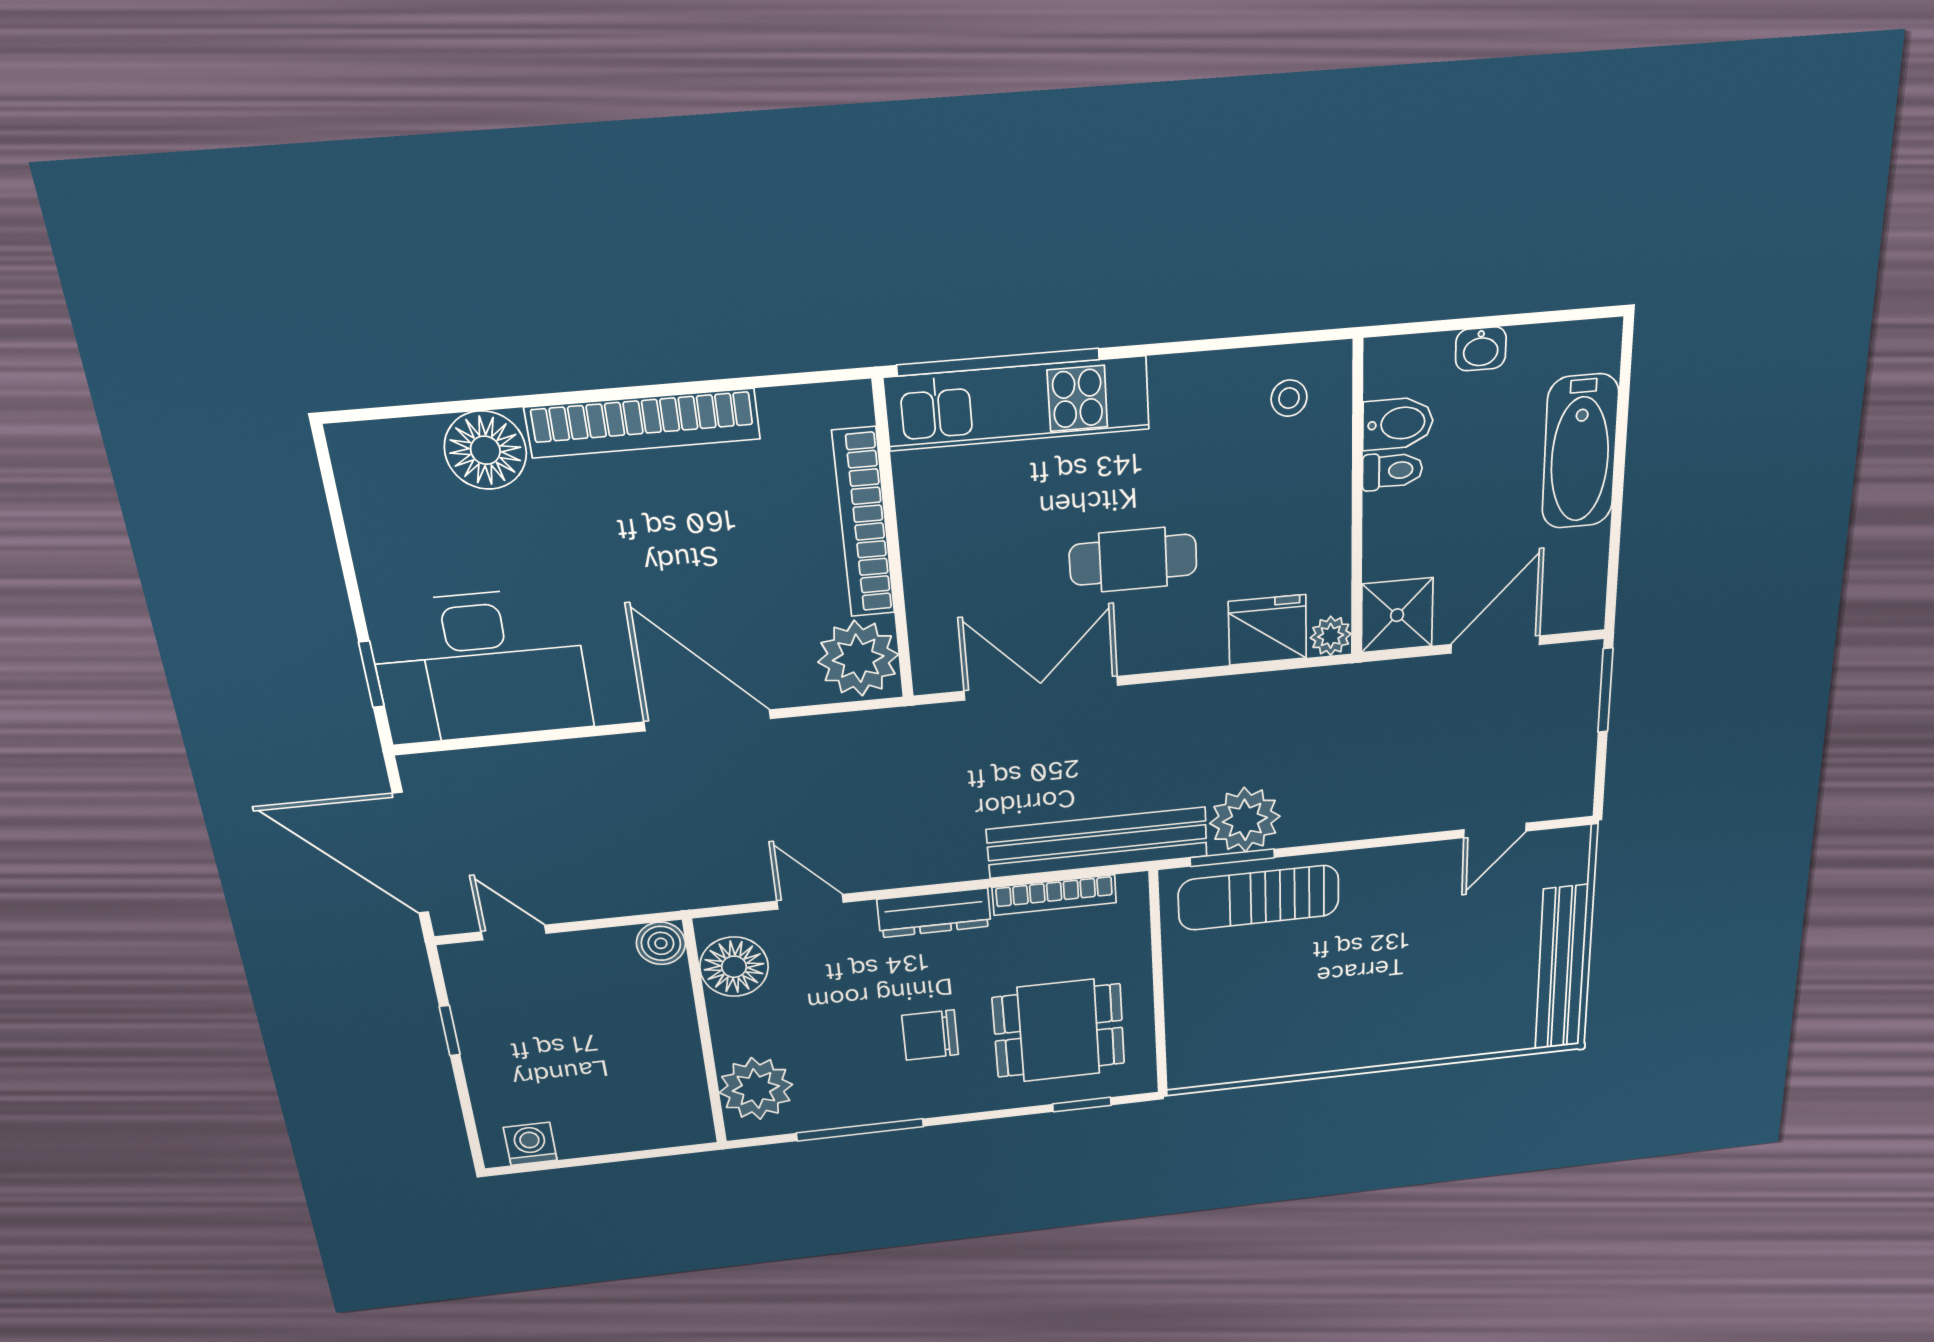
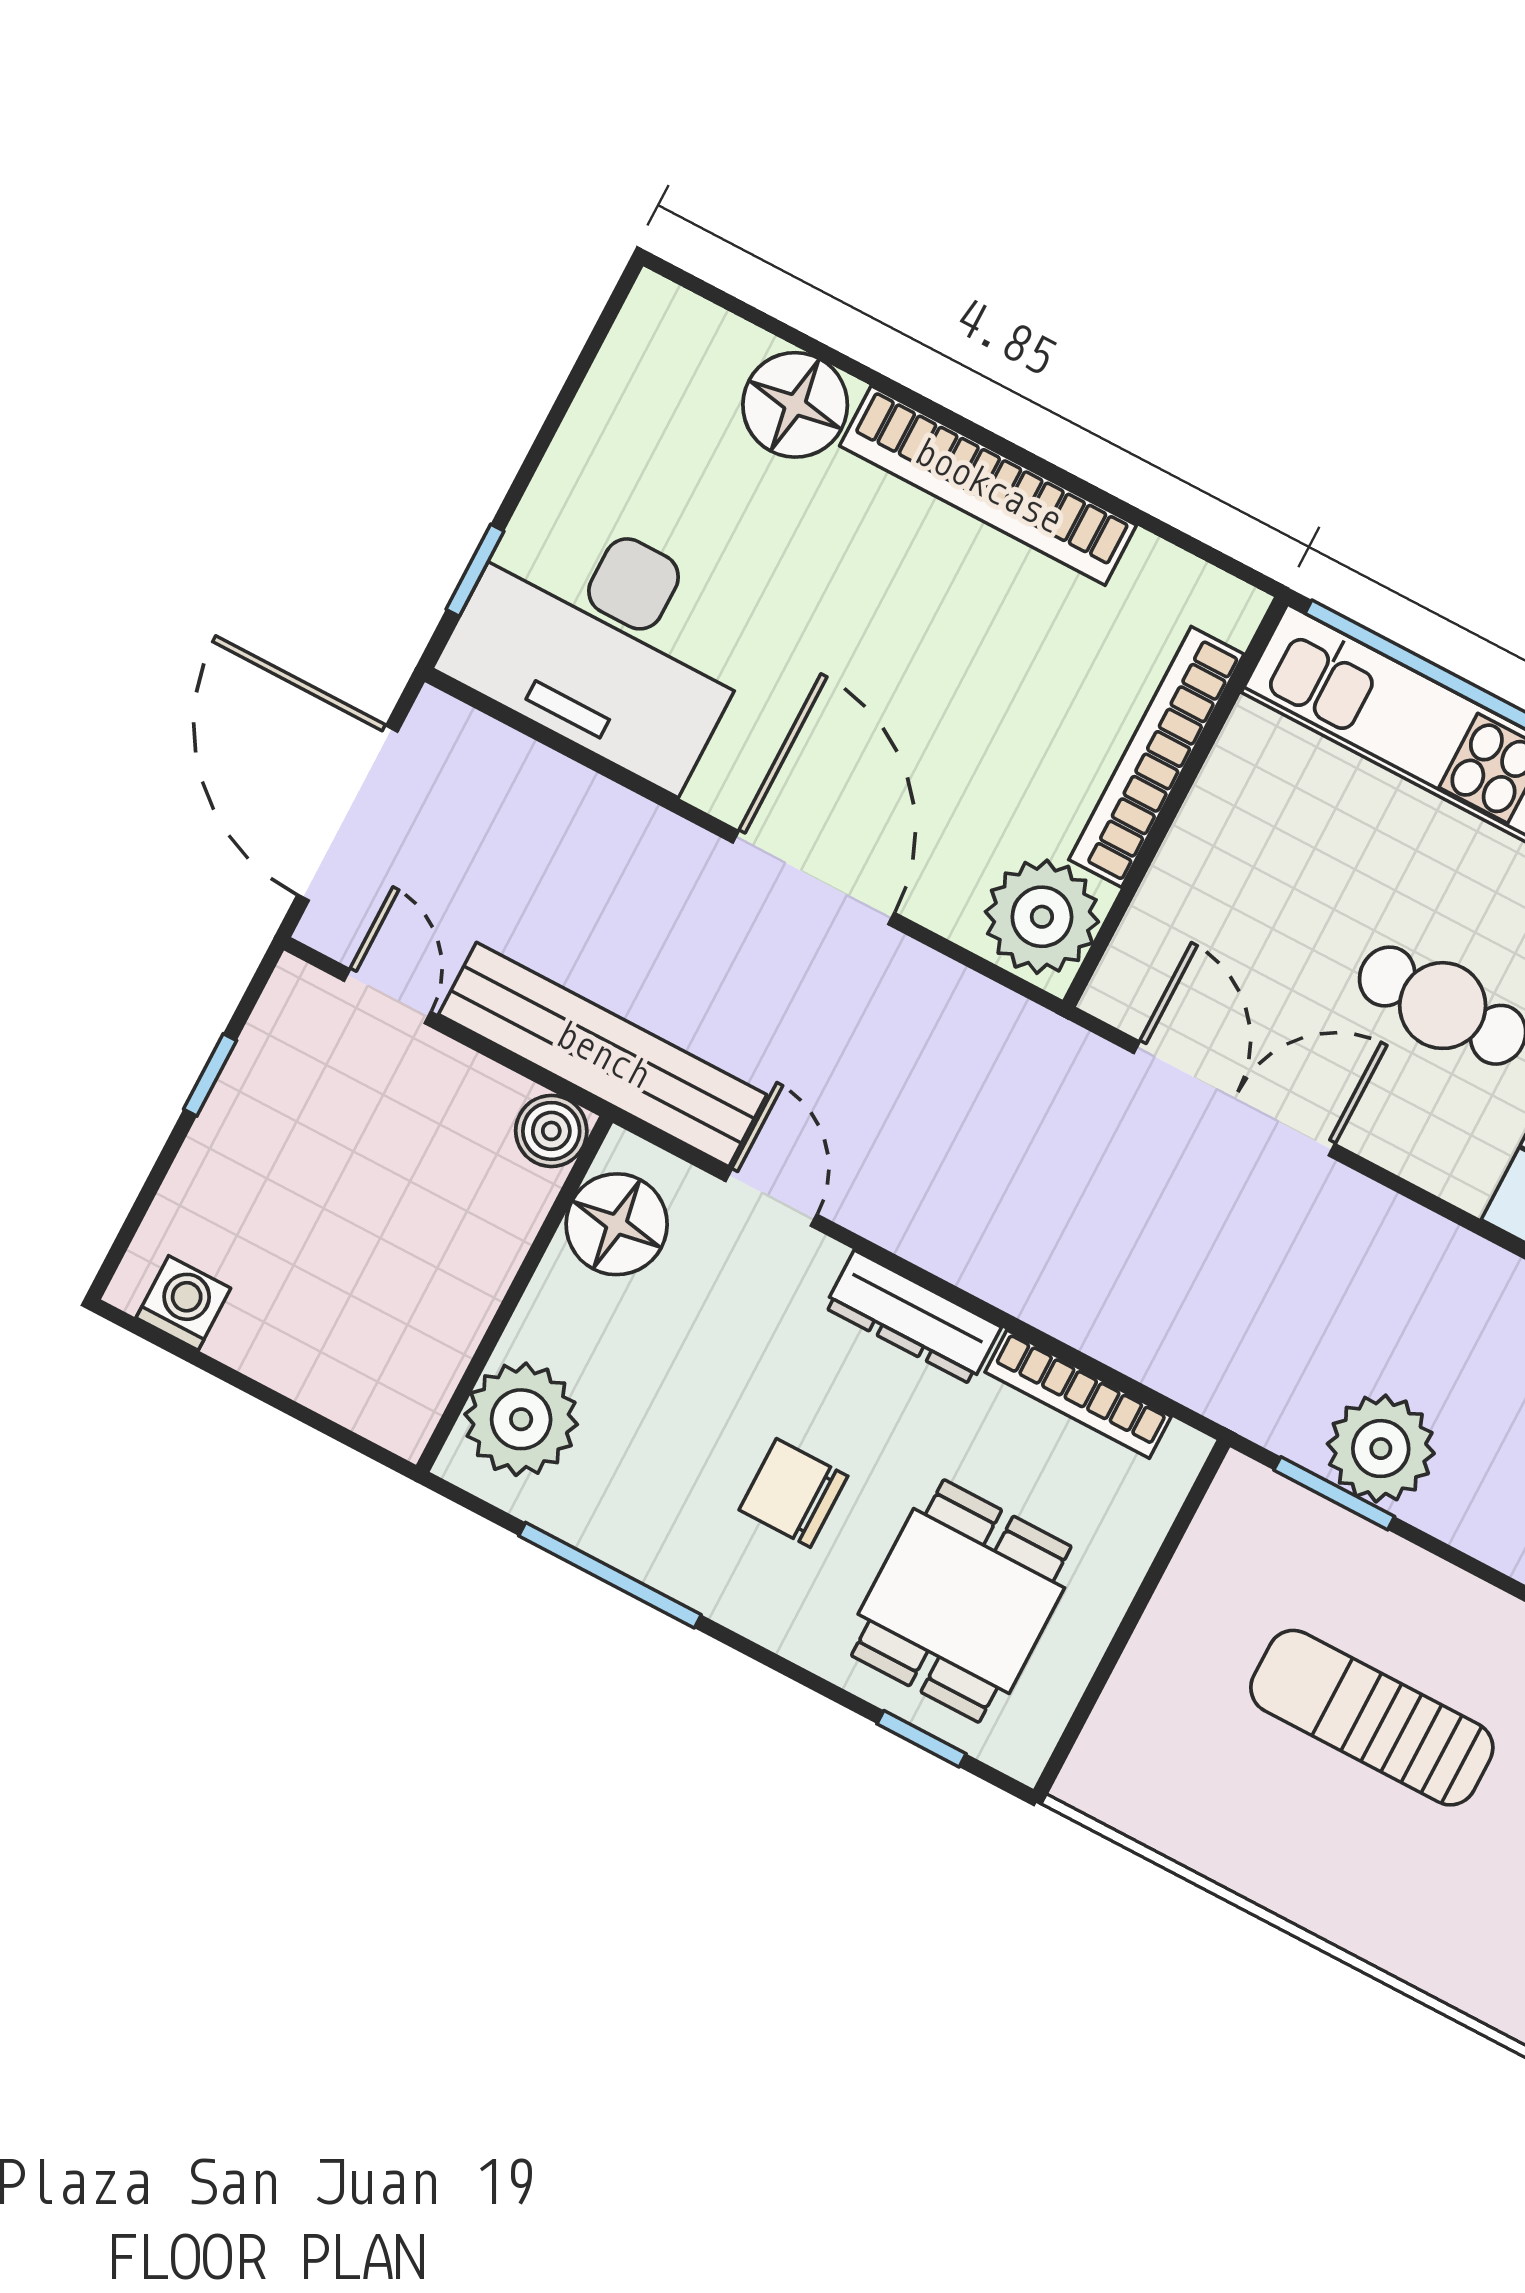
bench: (1097, 843) -> (603, 1055), moved
sun lounger: (1259, 898) -> (1372, 1718), moved
dining table: (1059, 1031) -> (961, 1601), turned 90

